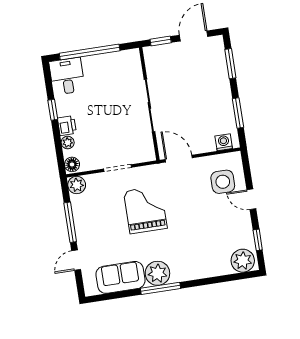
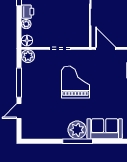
sofa: (120, 277) -> (105, 129), moved

